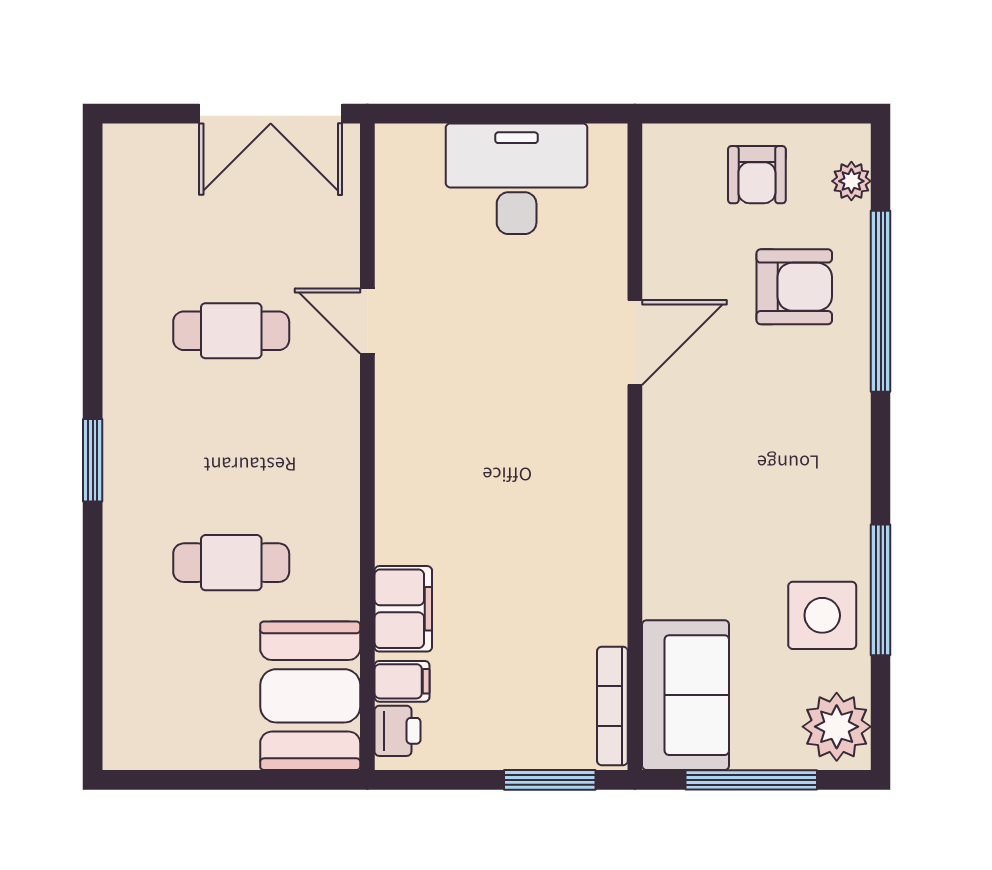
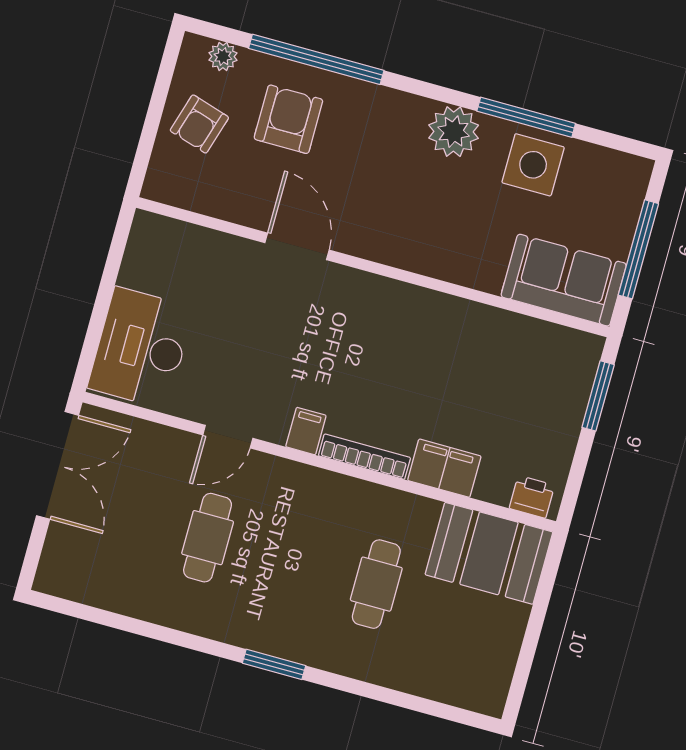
armchair: (757, 175) -> (199, 124), turned 107
desk: (517, 179) -> (141, 348), moved
filing cabinet: (402, 681) -> (306, 431), moved
bookcase: (612, 706) -> (364, 457), moved, turned 180
plant: (837, 727) -> (454, 132), moved

